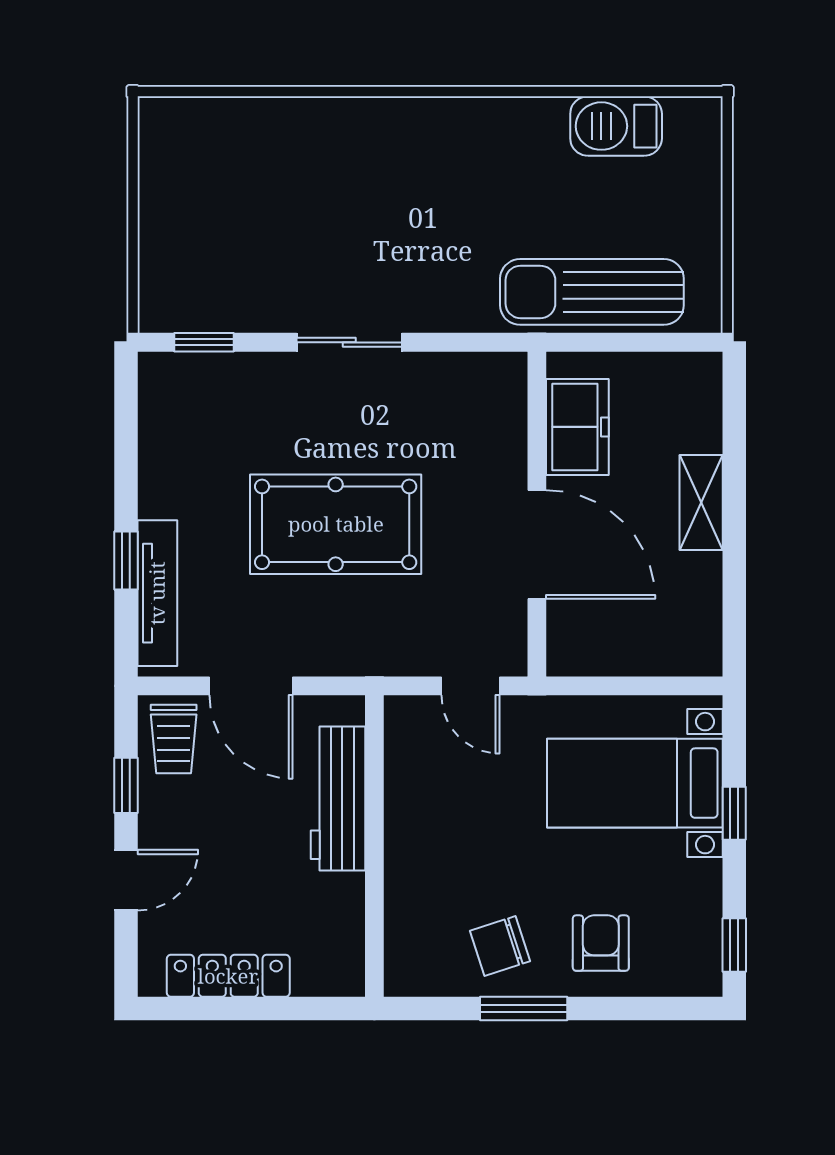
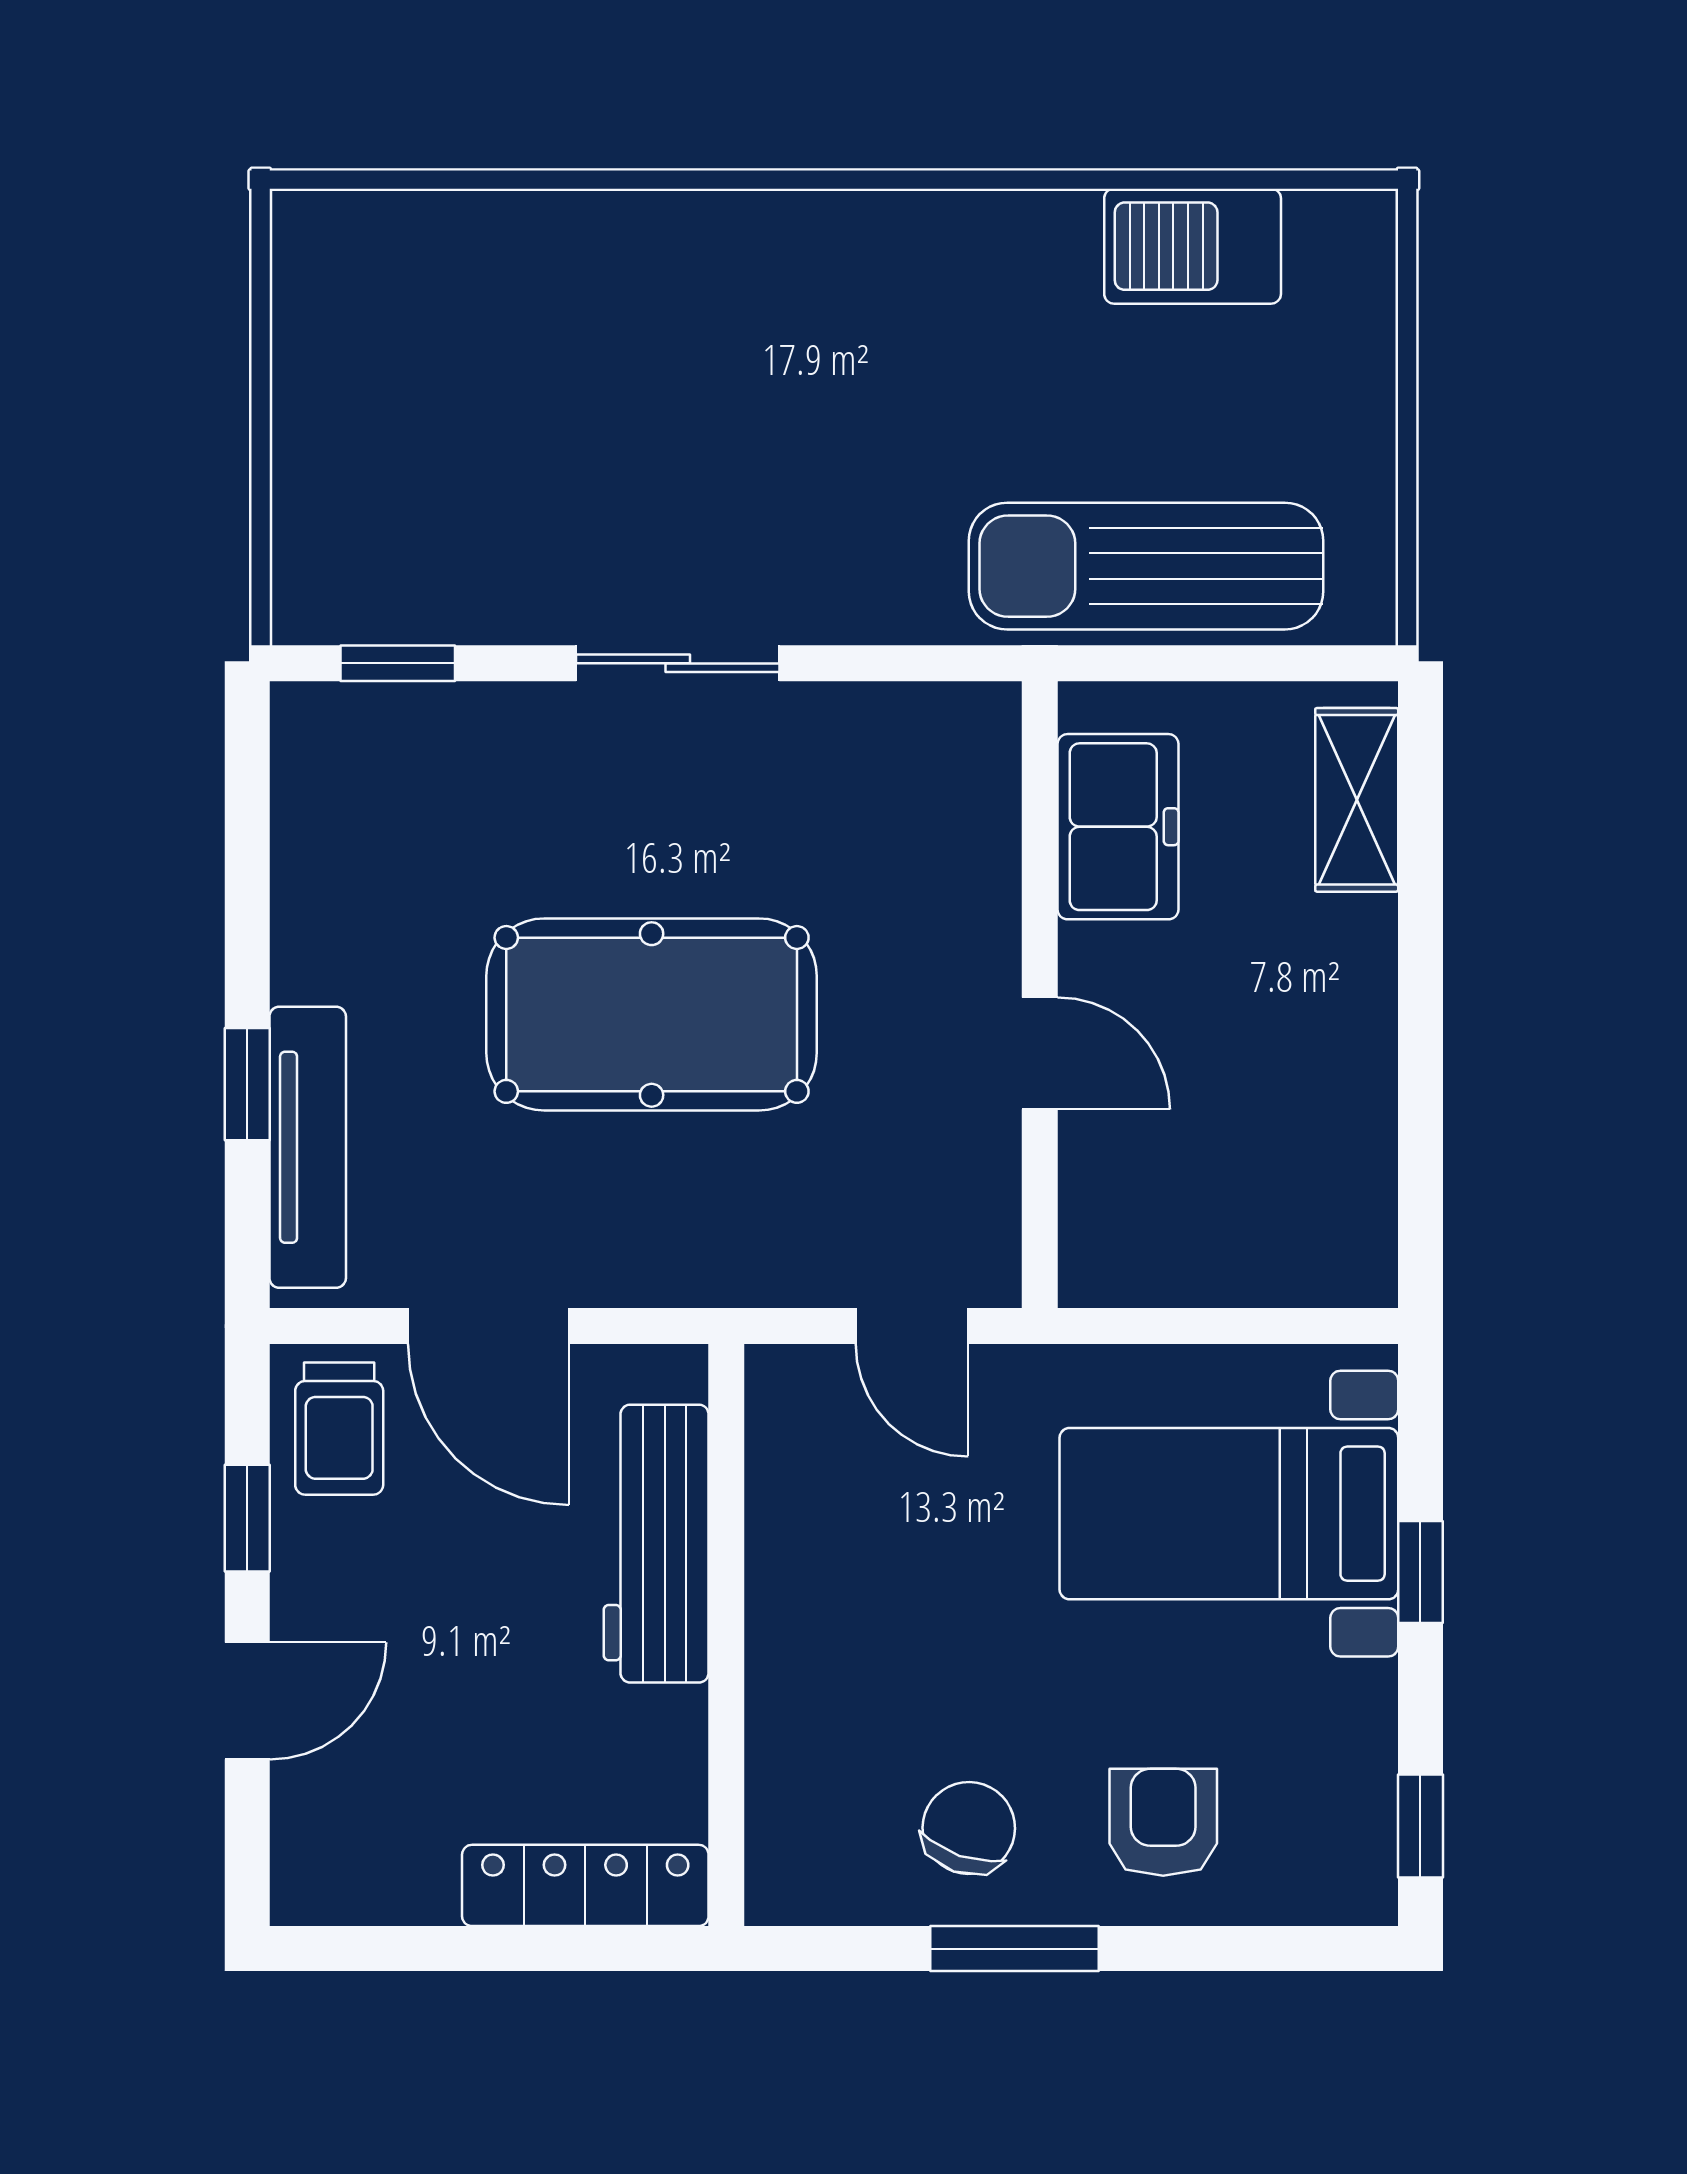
shelving: (701, 503) -> (1357, 800), moved
door: (537, 544) -> (1040, 1053), width x0.53
chair: (500, 946) -> (969, 1828), turned 127
locker: (228, 976) -> (585, 1885), moved

